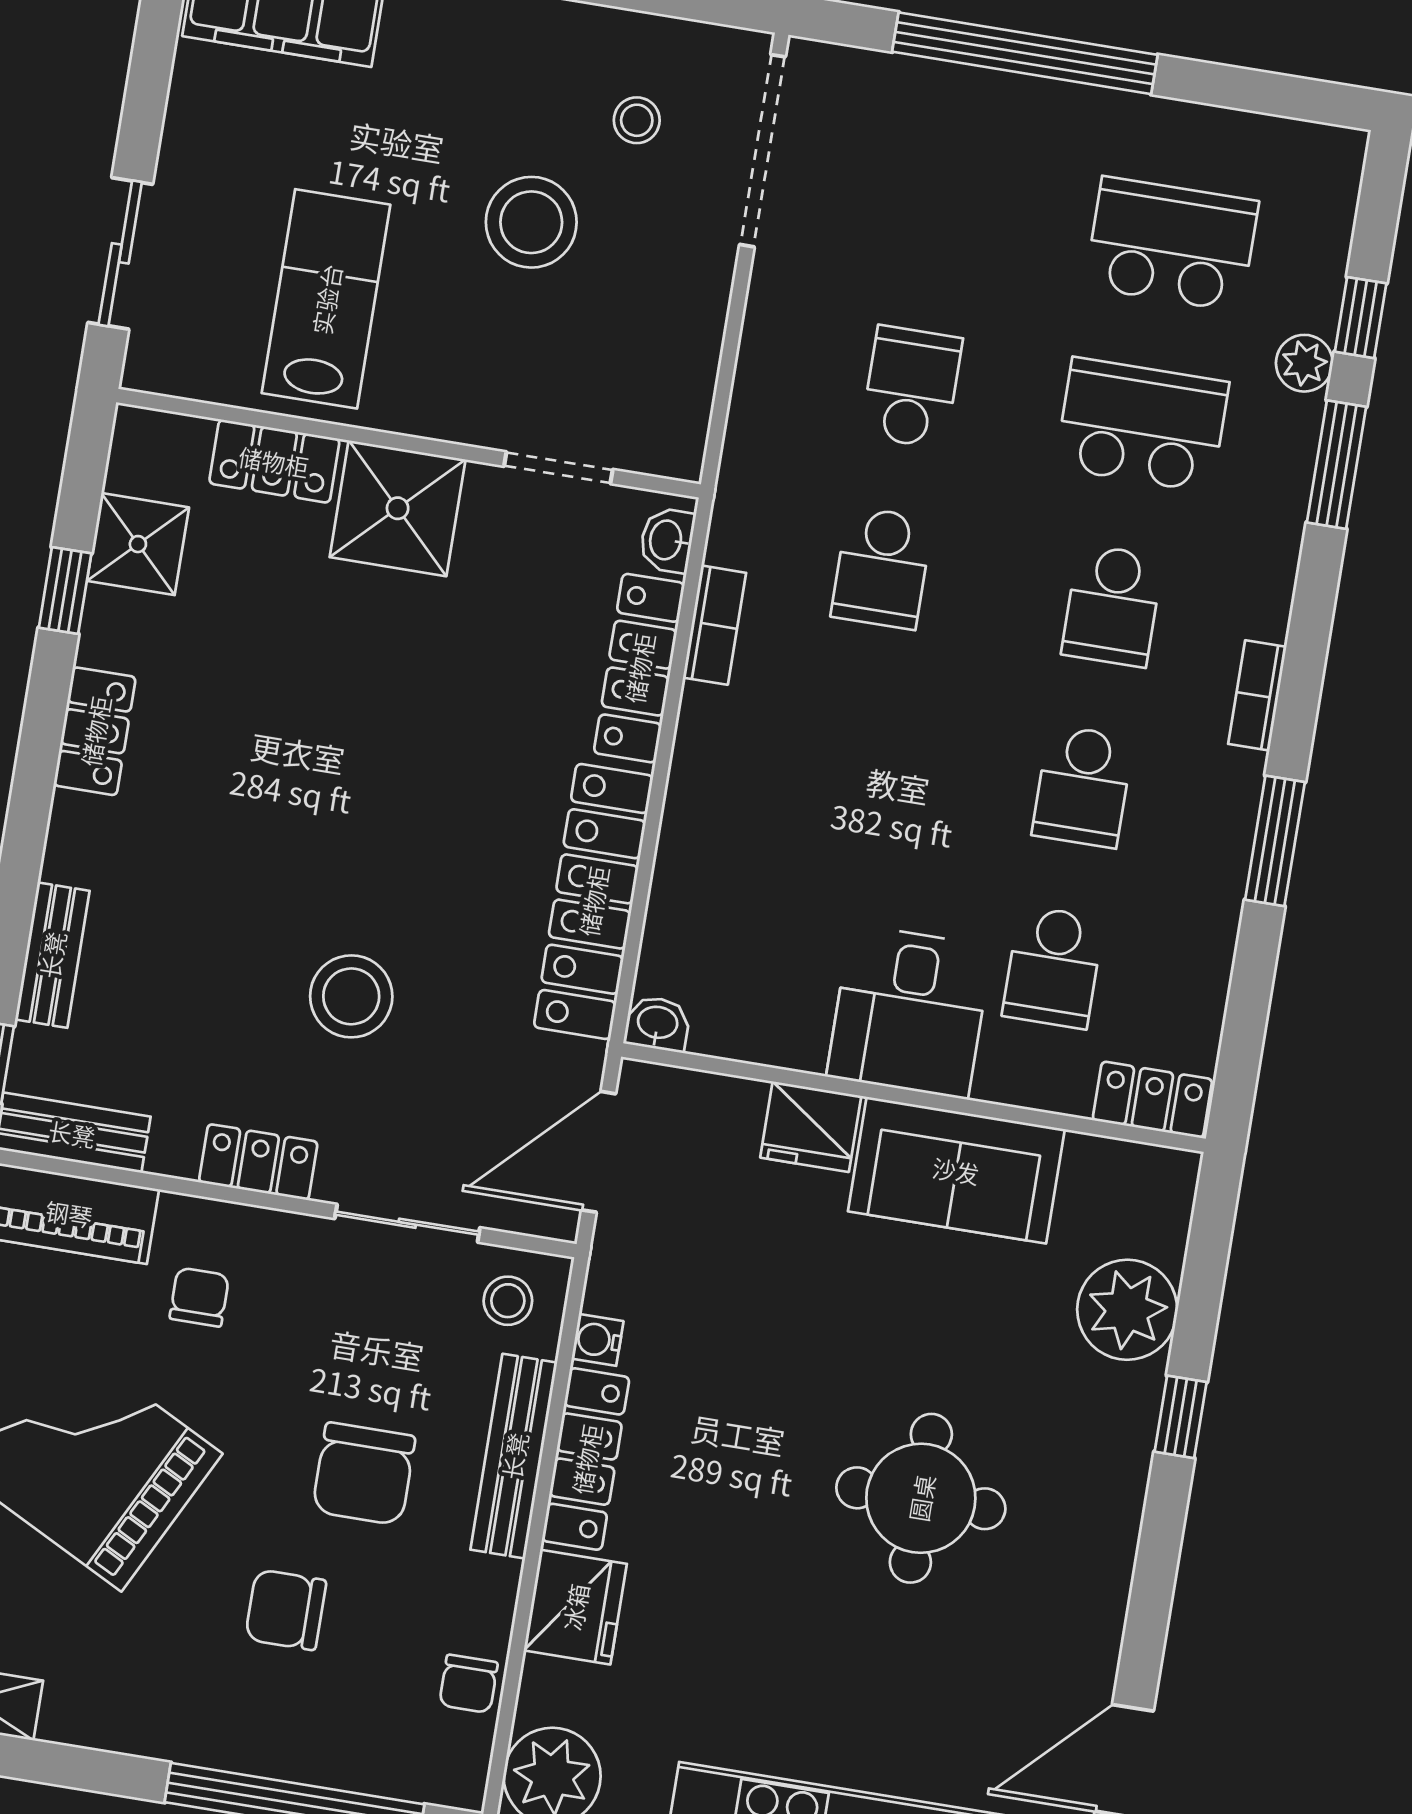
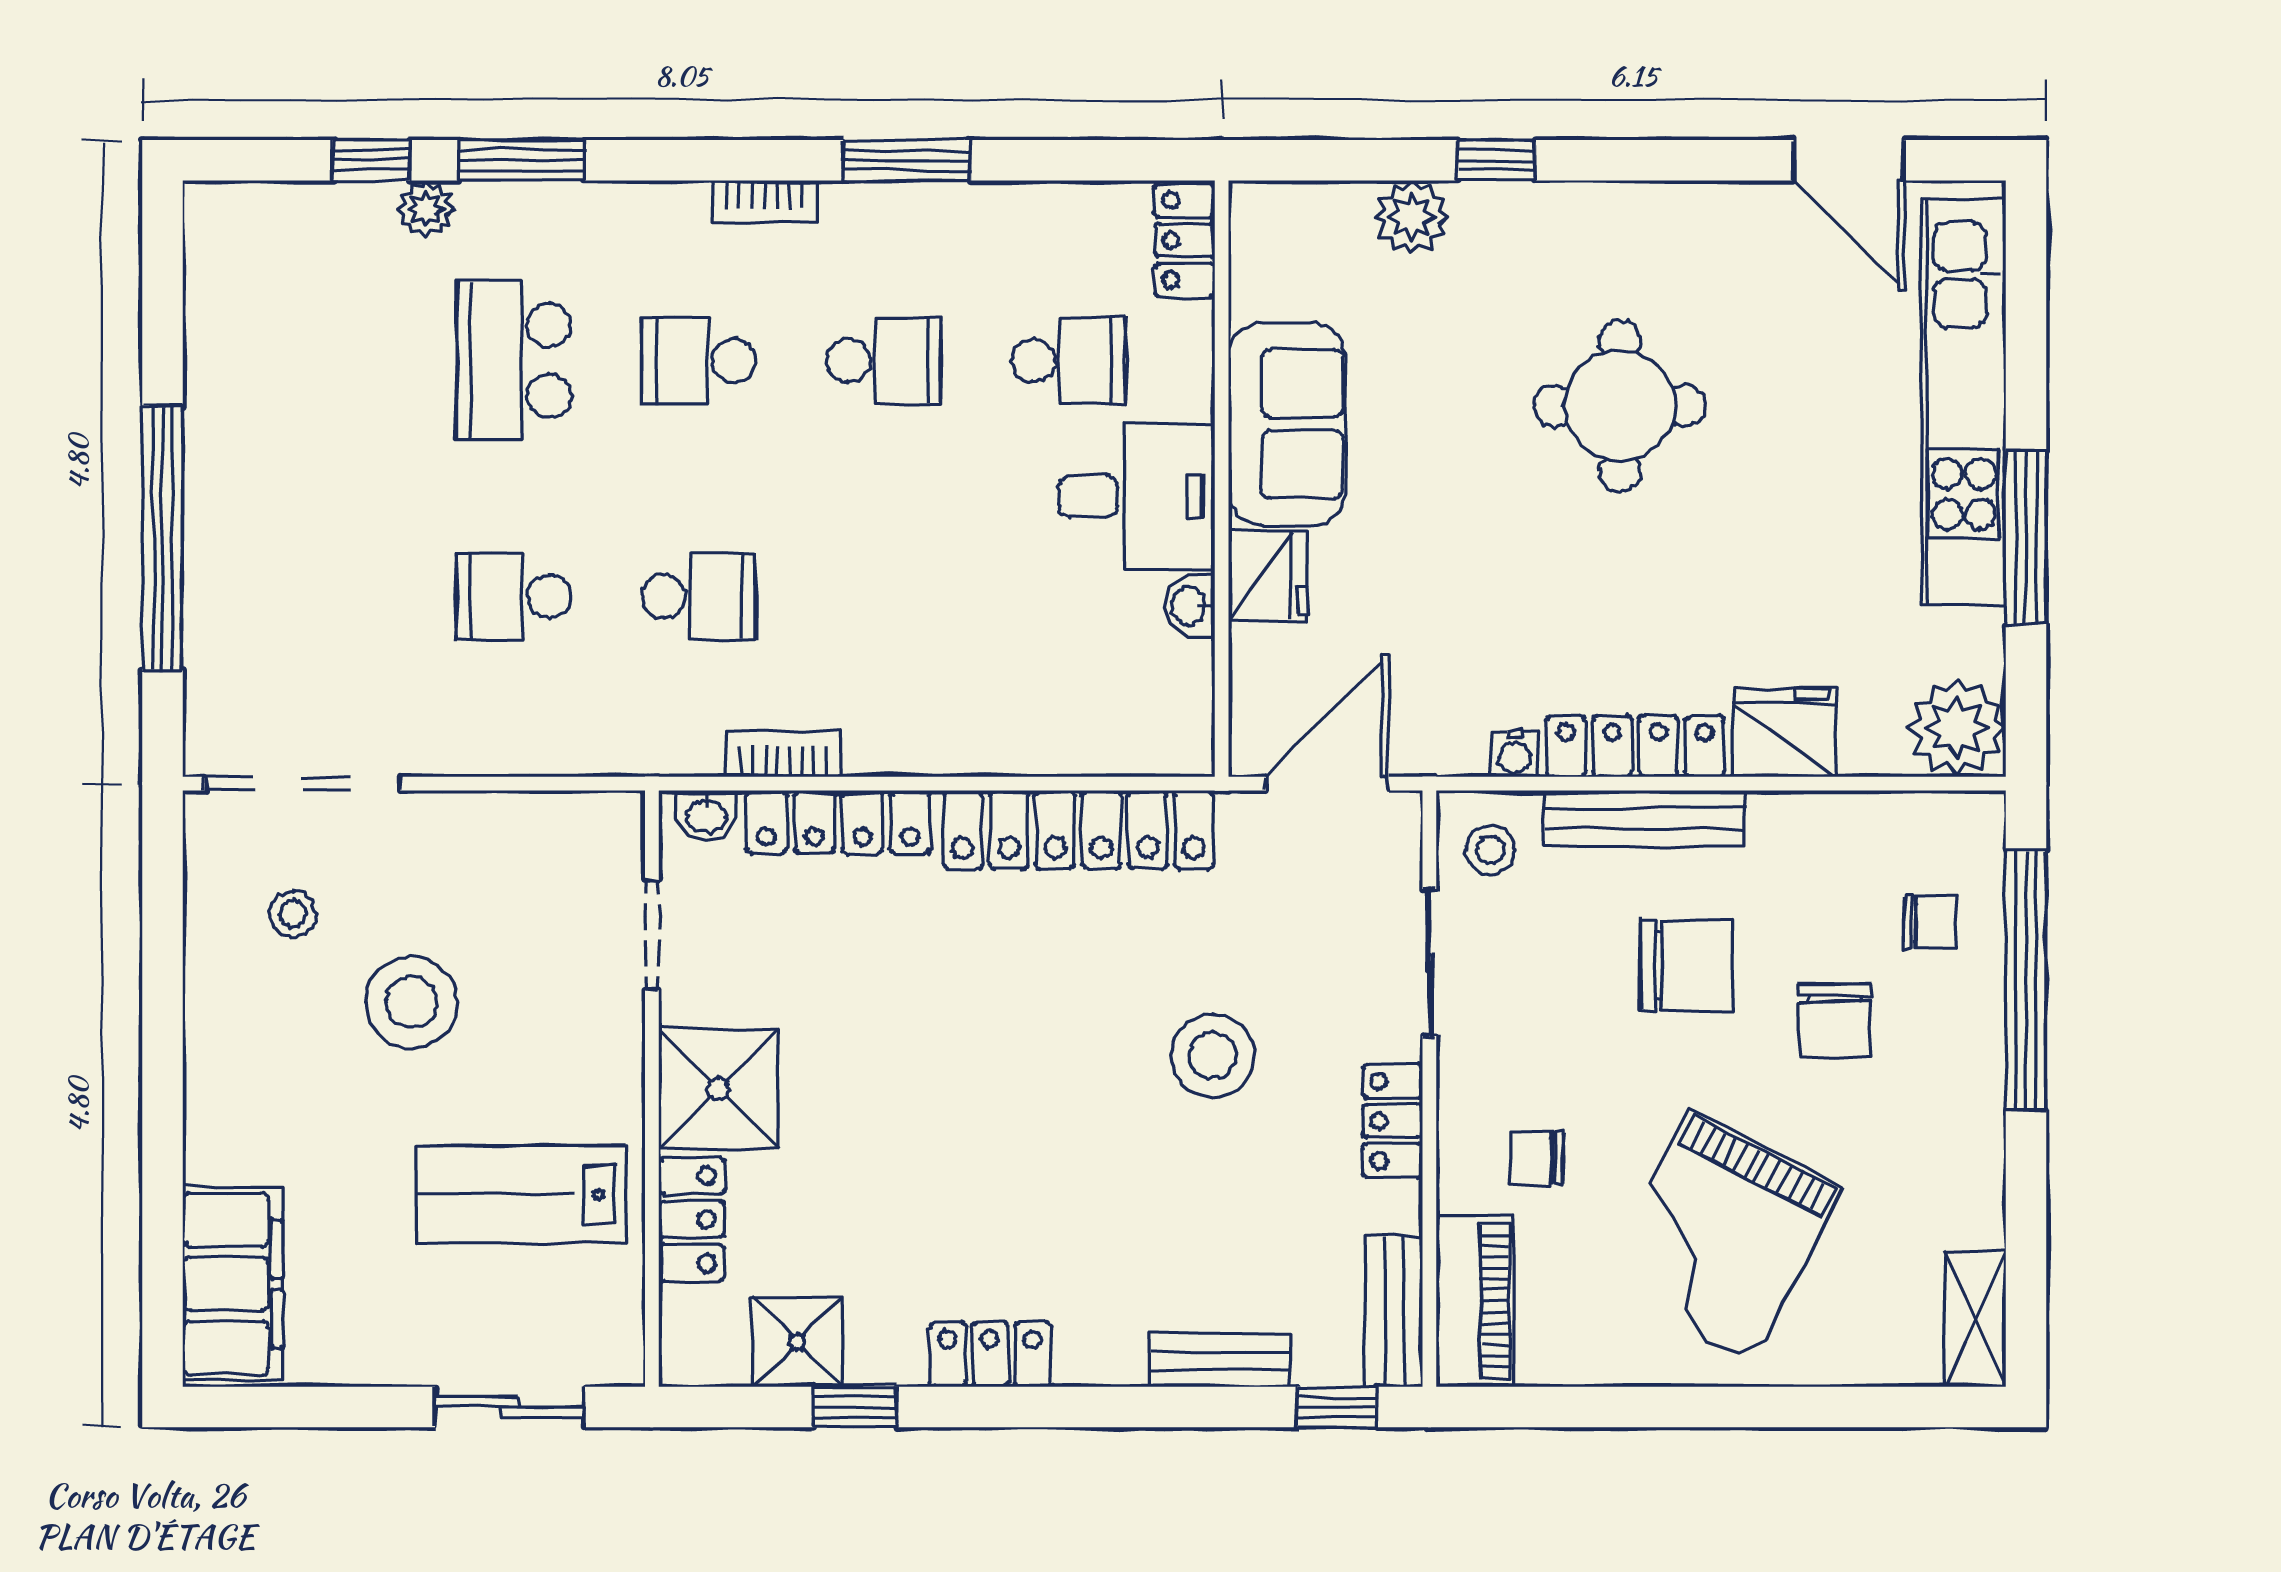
school desk: (1172, 244) -> (329, 361), removed
school desk: (1112, 606) -> (699, 361), turned 180
washbasin: (657, 1024) -> (1190, 606), moved
door: (599, 1152) -> (1327, 784), swing flipped
plant: (1127, 1310) -> (1412, 217), width x0.73, depth x0.73
chair: (468, 1684) -> (1930, 922), moved

